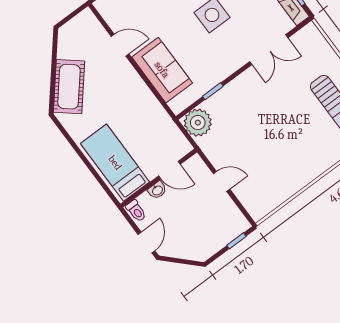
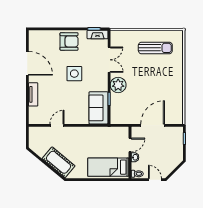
sofa: (162, 70) -> (98, 108), moved, turned -90
plant: (198, 123) -> (118, 85), moved
door: (222, 181) -> (153, 125), width x1.88

